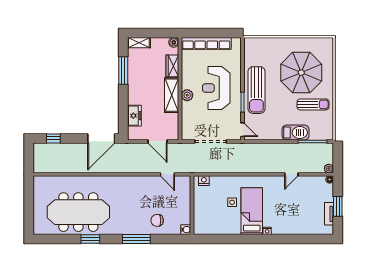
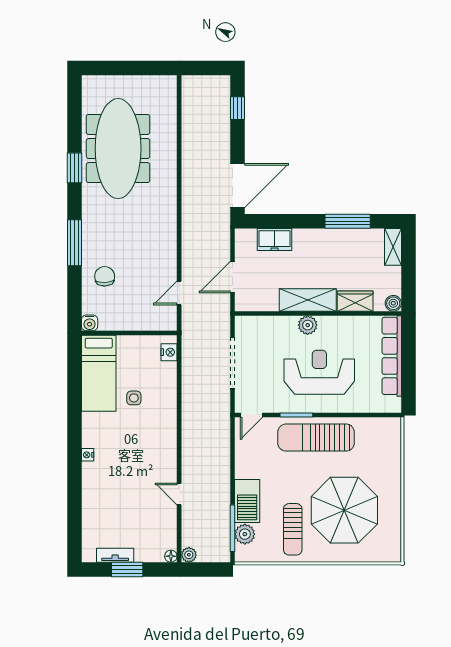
plant: (316, 134) -> (245, 534), added
door: (101, 138) -> (238, 186), swing flipped
bed: (252, 211) -> (99, 373), moved, turned 90

